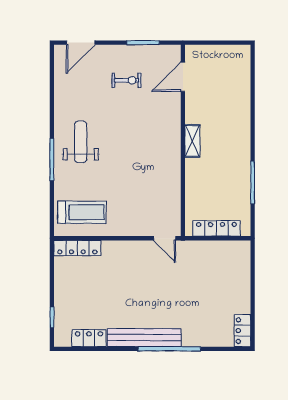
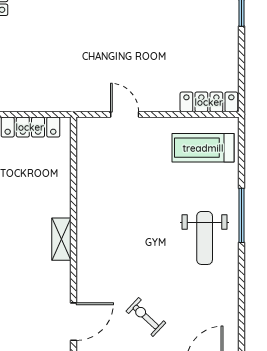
exercise bike: (127, 80) -> (146, 317), turned 43
door: (165, 238) -> (125, 114), moved

